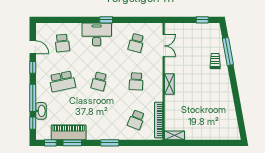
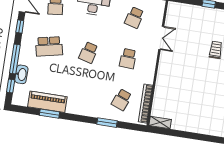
double door: (164, 46) -> (161, 38), moved
shelving: (169, 84) -> (163, 67), removed
window: (50, 143) -> (26, 110), removed
window: (110, 143) -> (107, 123), moved

